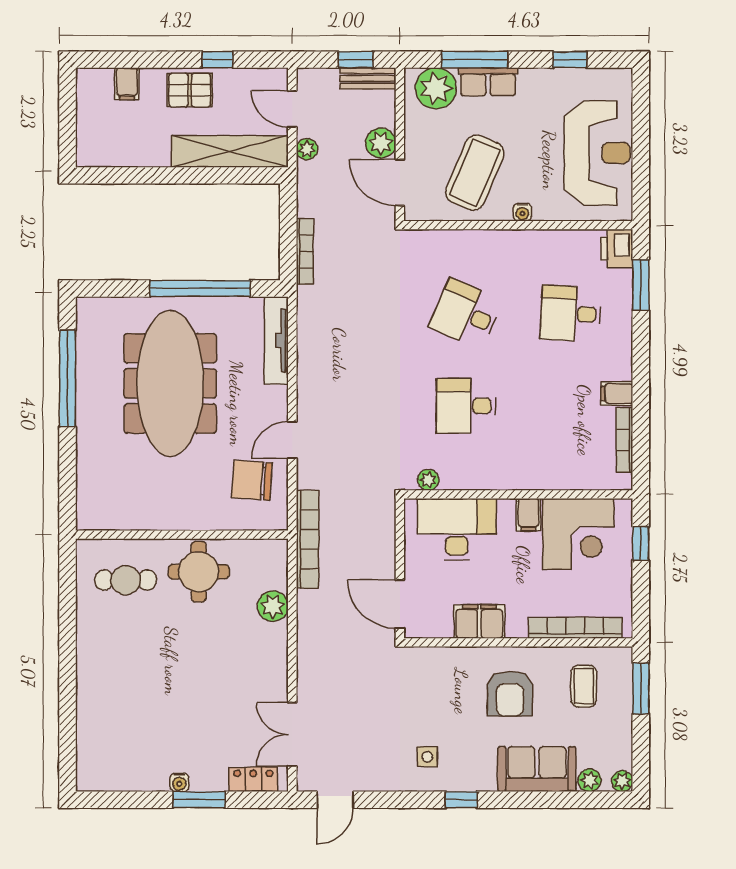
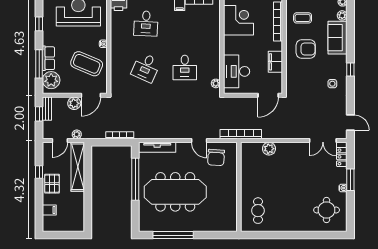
filing cabinet: (528, 515) -> (230, 41), removed
round table: (199, 572) -> (327, 210), moved

